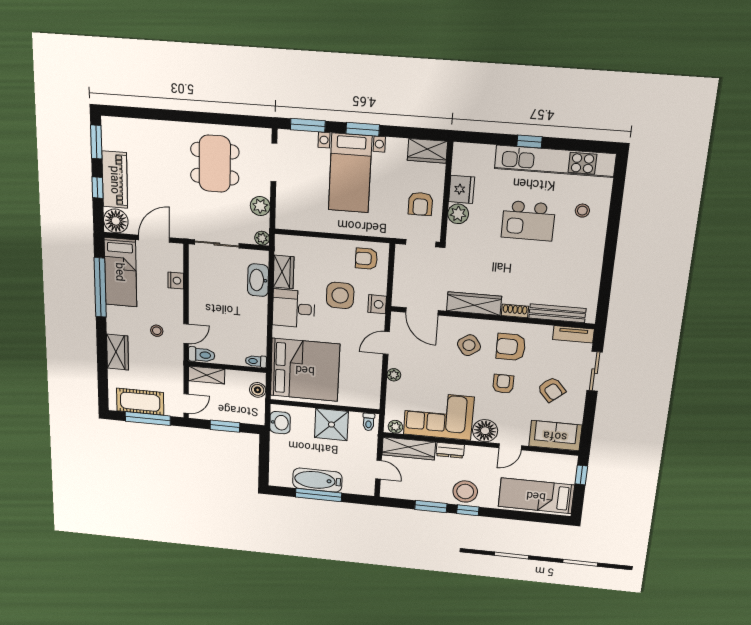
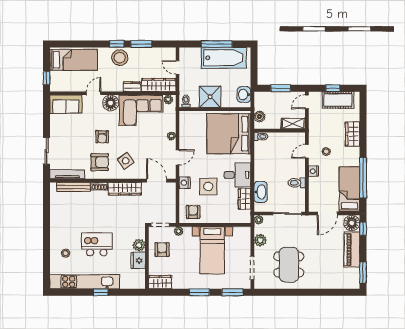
bed with nightstands: (350, 173) -> (212, 250), moved, turned 180
window: (97, 188) -> (363, 229), moved
plant: (392, 231) -> (179, 231), added
armchair: (366, 259) -> (193, 212), turned -90
nightstand: (176, 280) -> (313, 171), moved
tv unit: (573, 334) -> (67, 174), width x1.41
toilet: (202, 355) -> (297, 183), moved
armchair: (552, 389) -> (72, 136), removed
window: (148, 419) -> (333, 88), width x0.46
bathtub: (317, 480) -> (224, 58), width x1.36, depth x1.36

